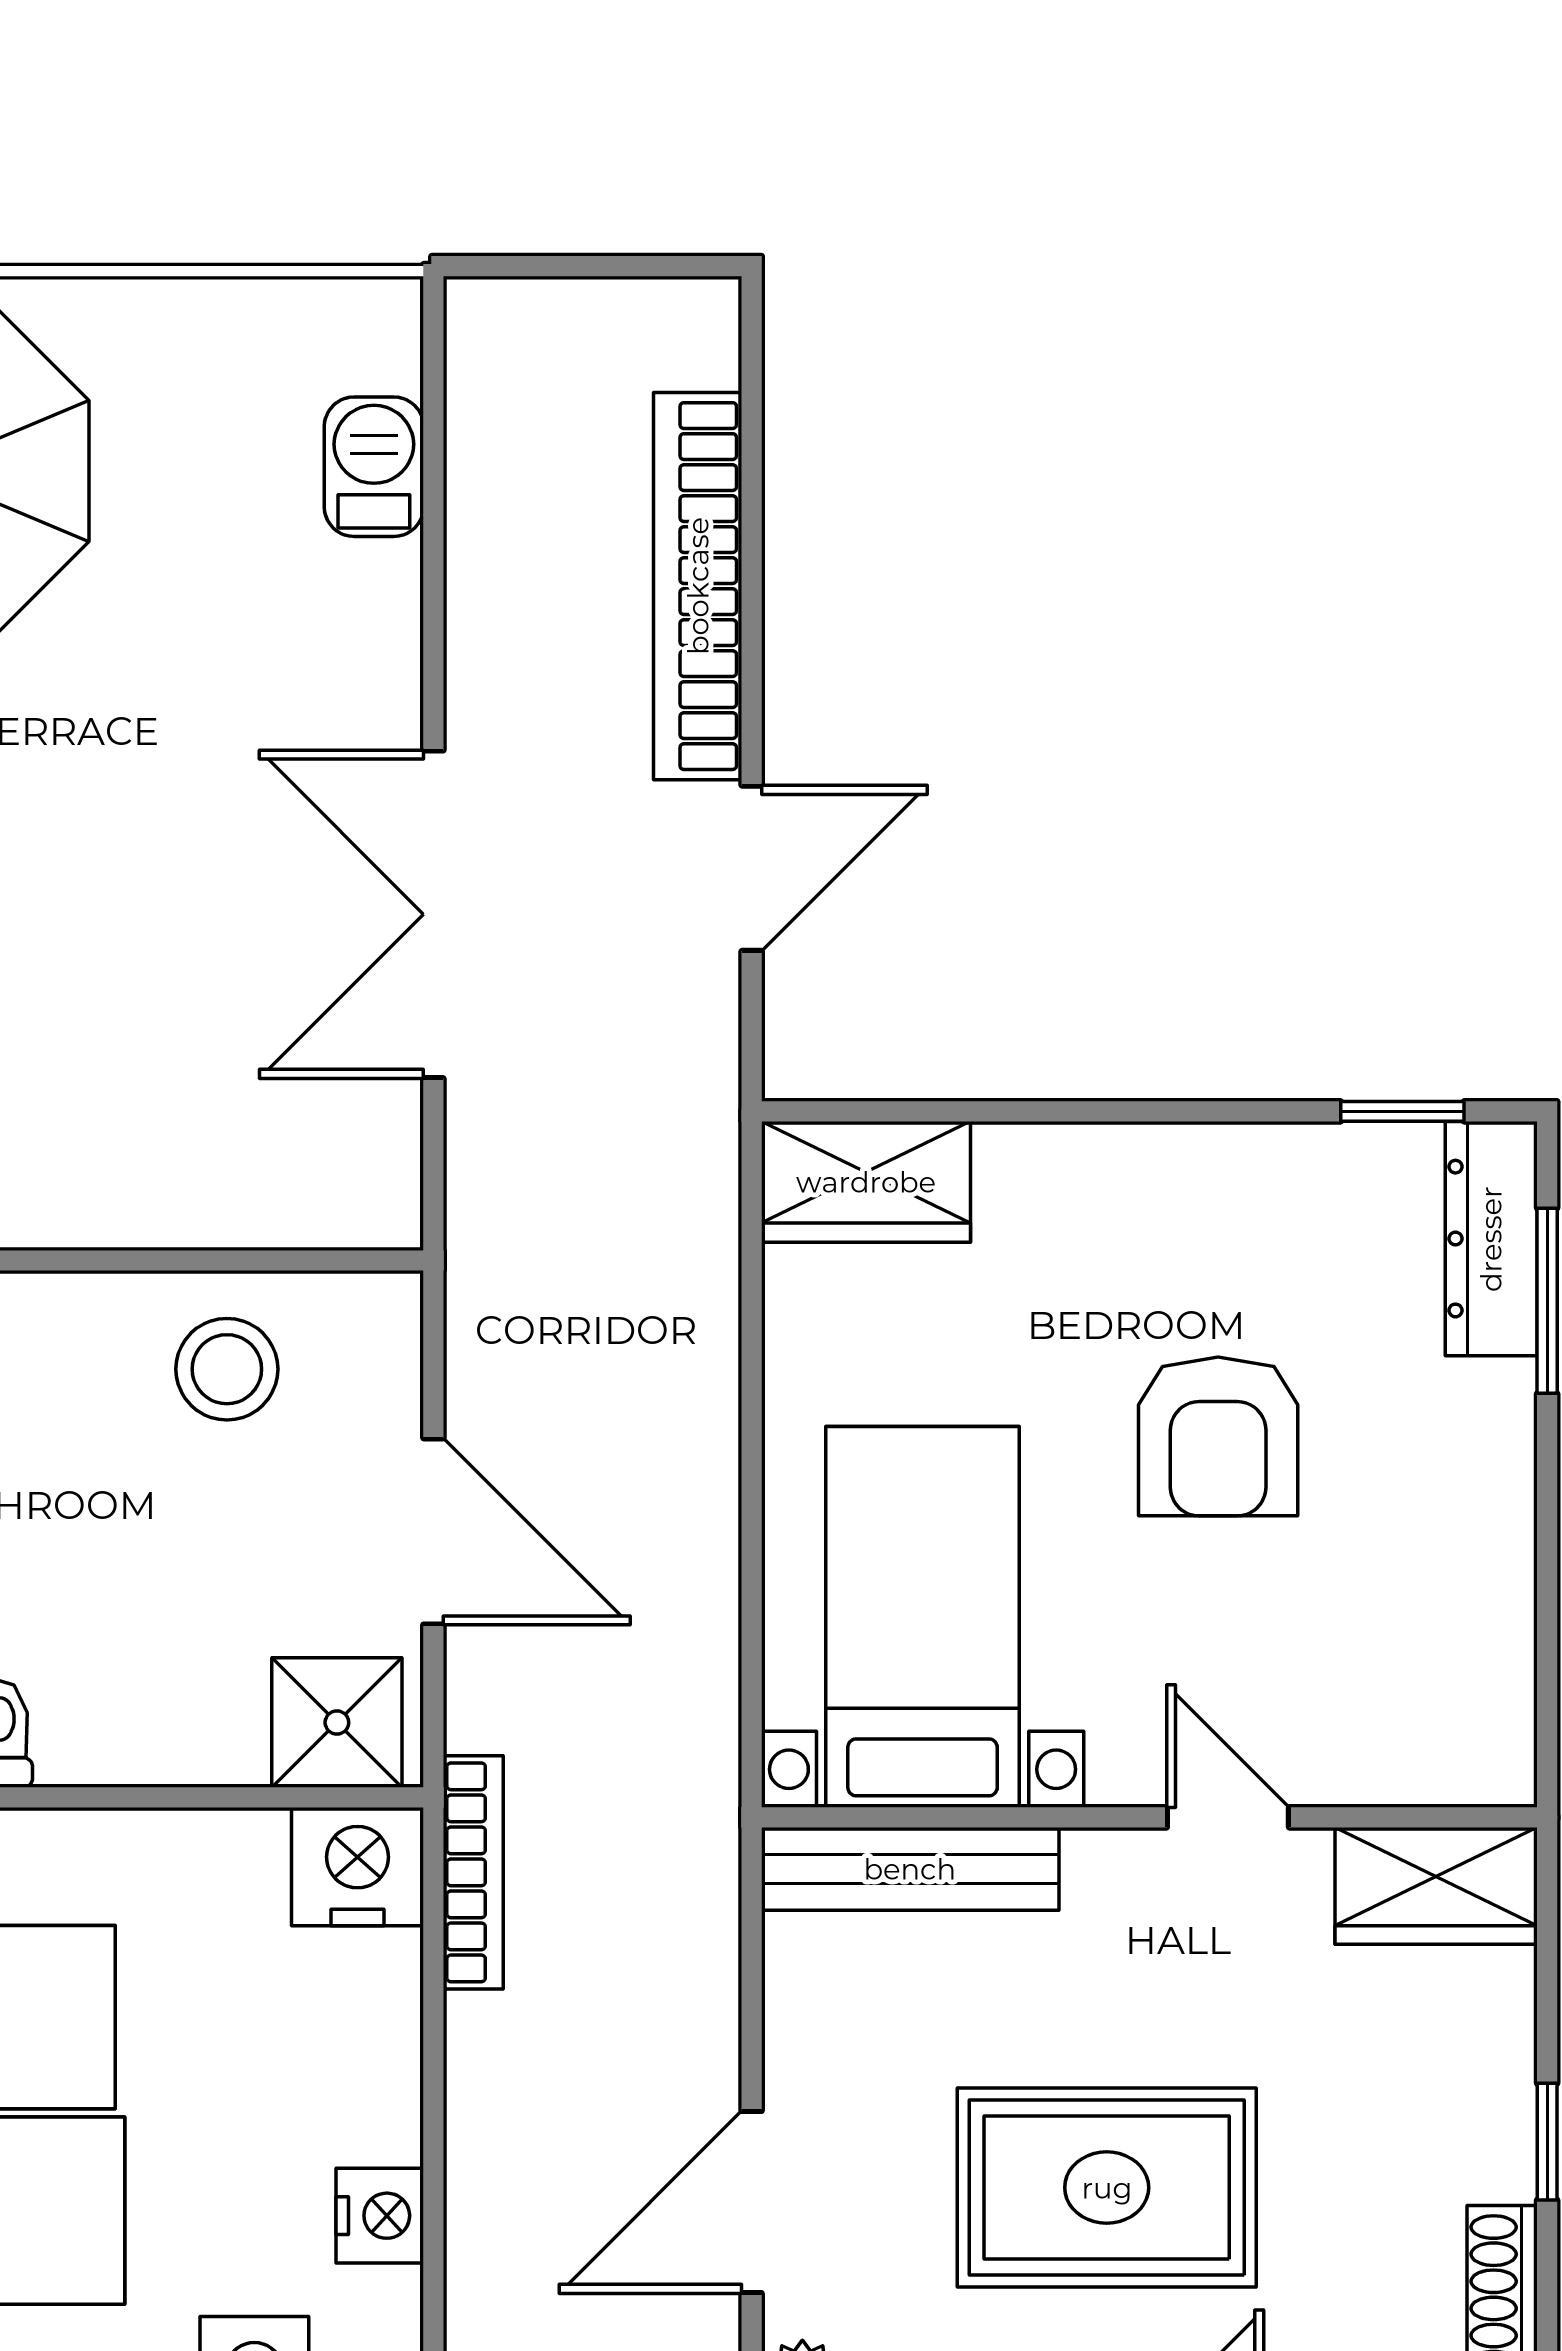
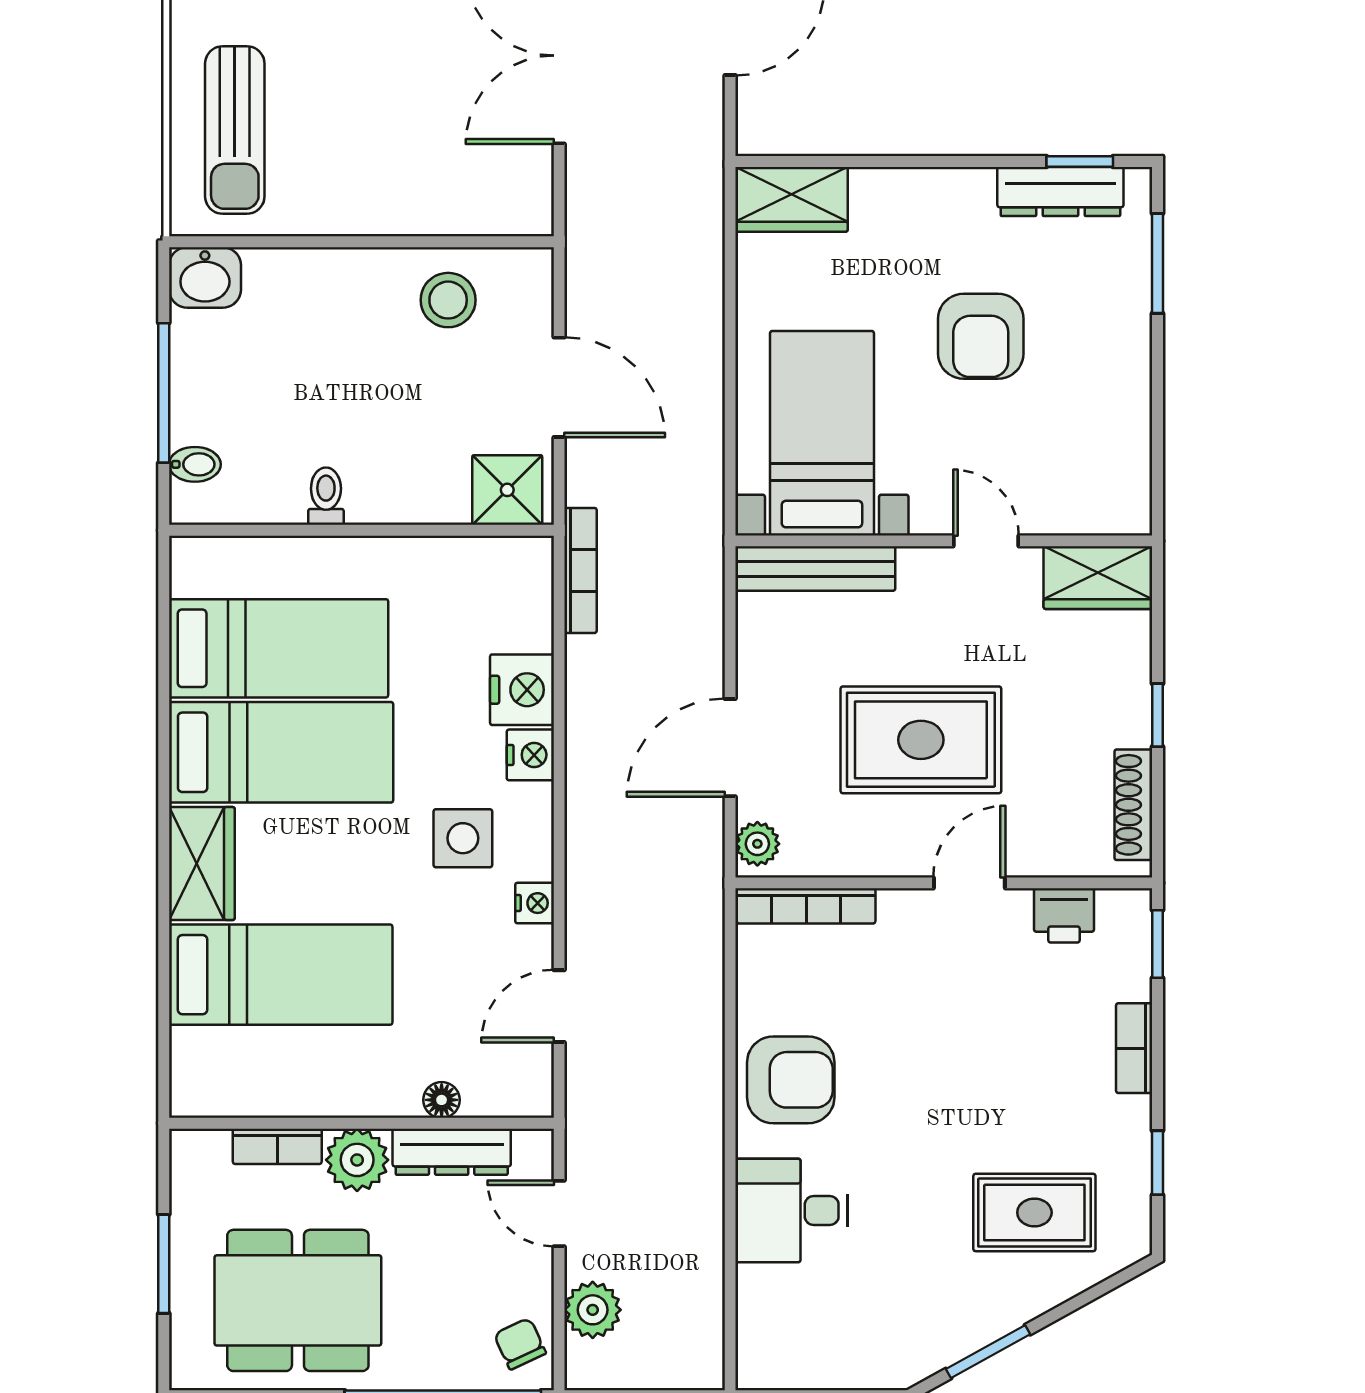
dresser: (1491, 1239) -> (1060, 192), moved, turned -90
nightstand: (357, 1867) -> (522, 690), moved, turned 90

